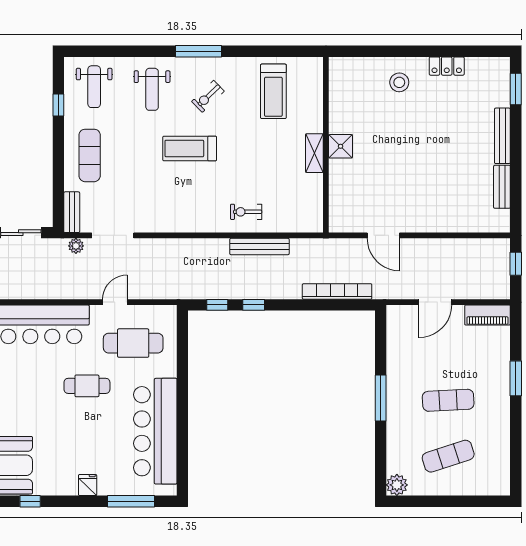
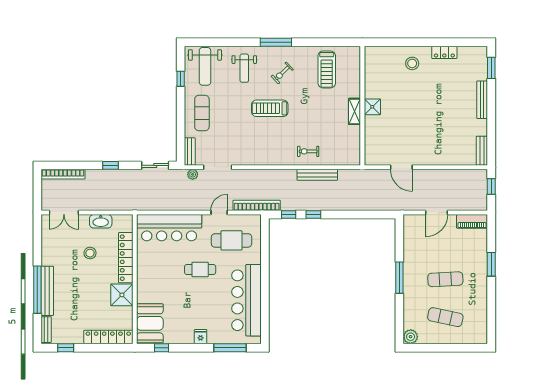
weight bench: (94, 87) -> (205, 66), width x1.36, depth x1.33
bench: (502, 187) -> (482, 151), moved
bookcase: (337, 291) -> (257, 205), moved
exercise mat: (448, 456) -> (445, 317), turned 30

